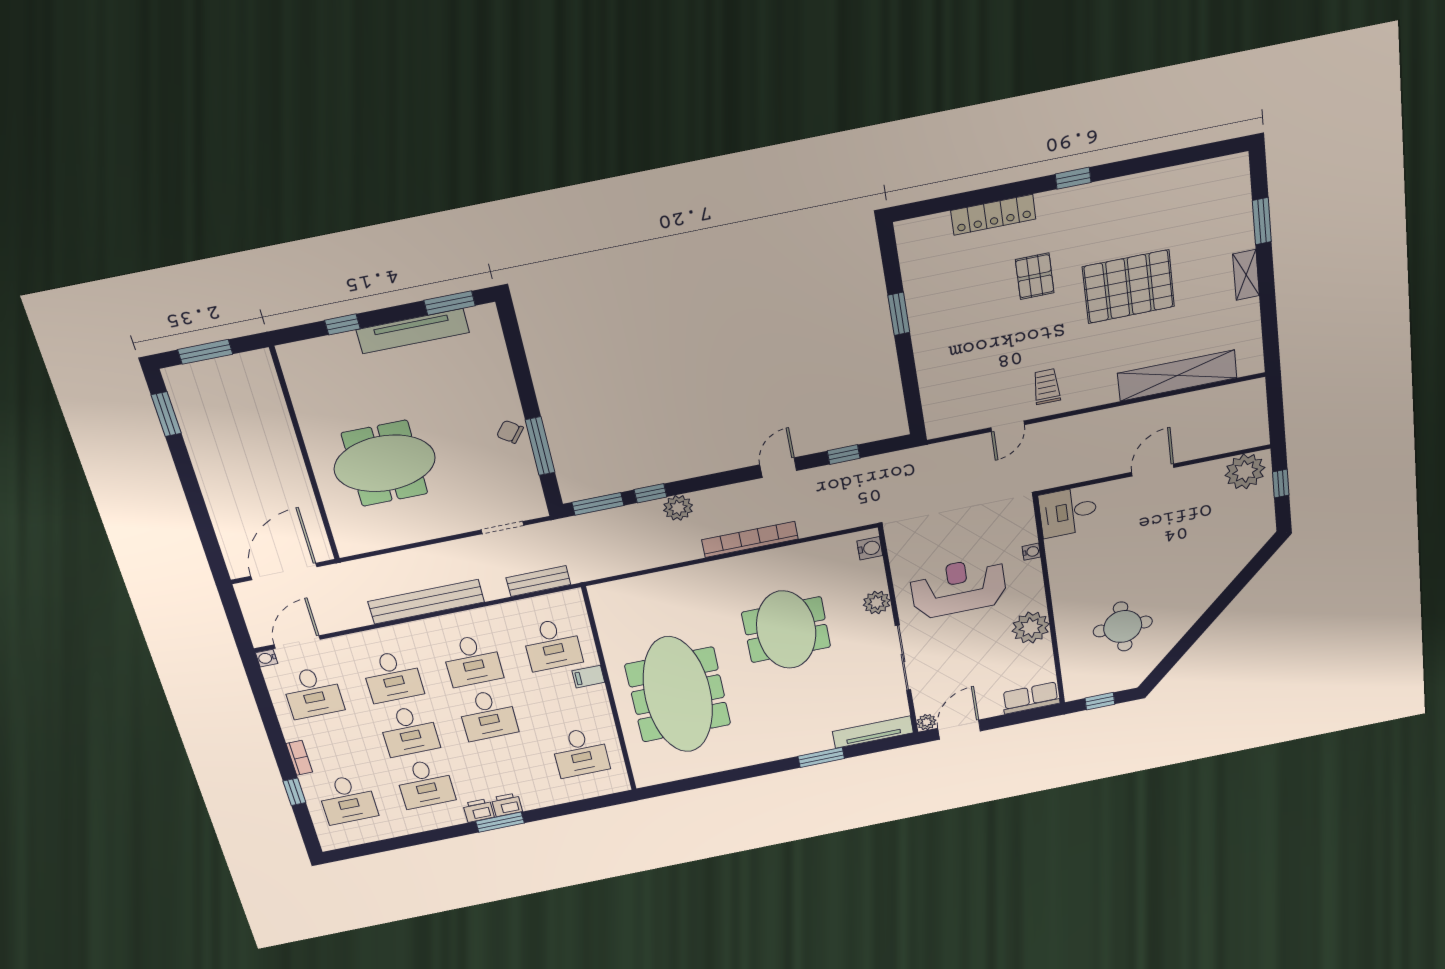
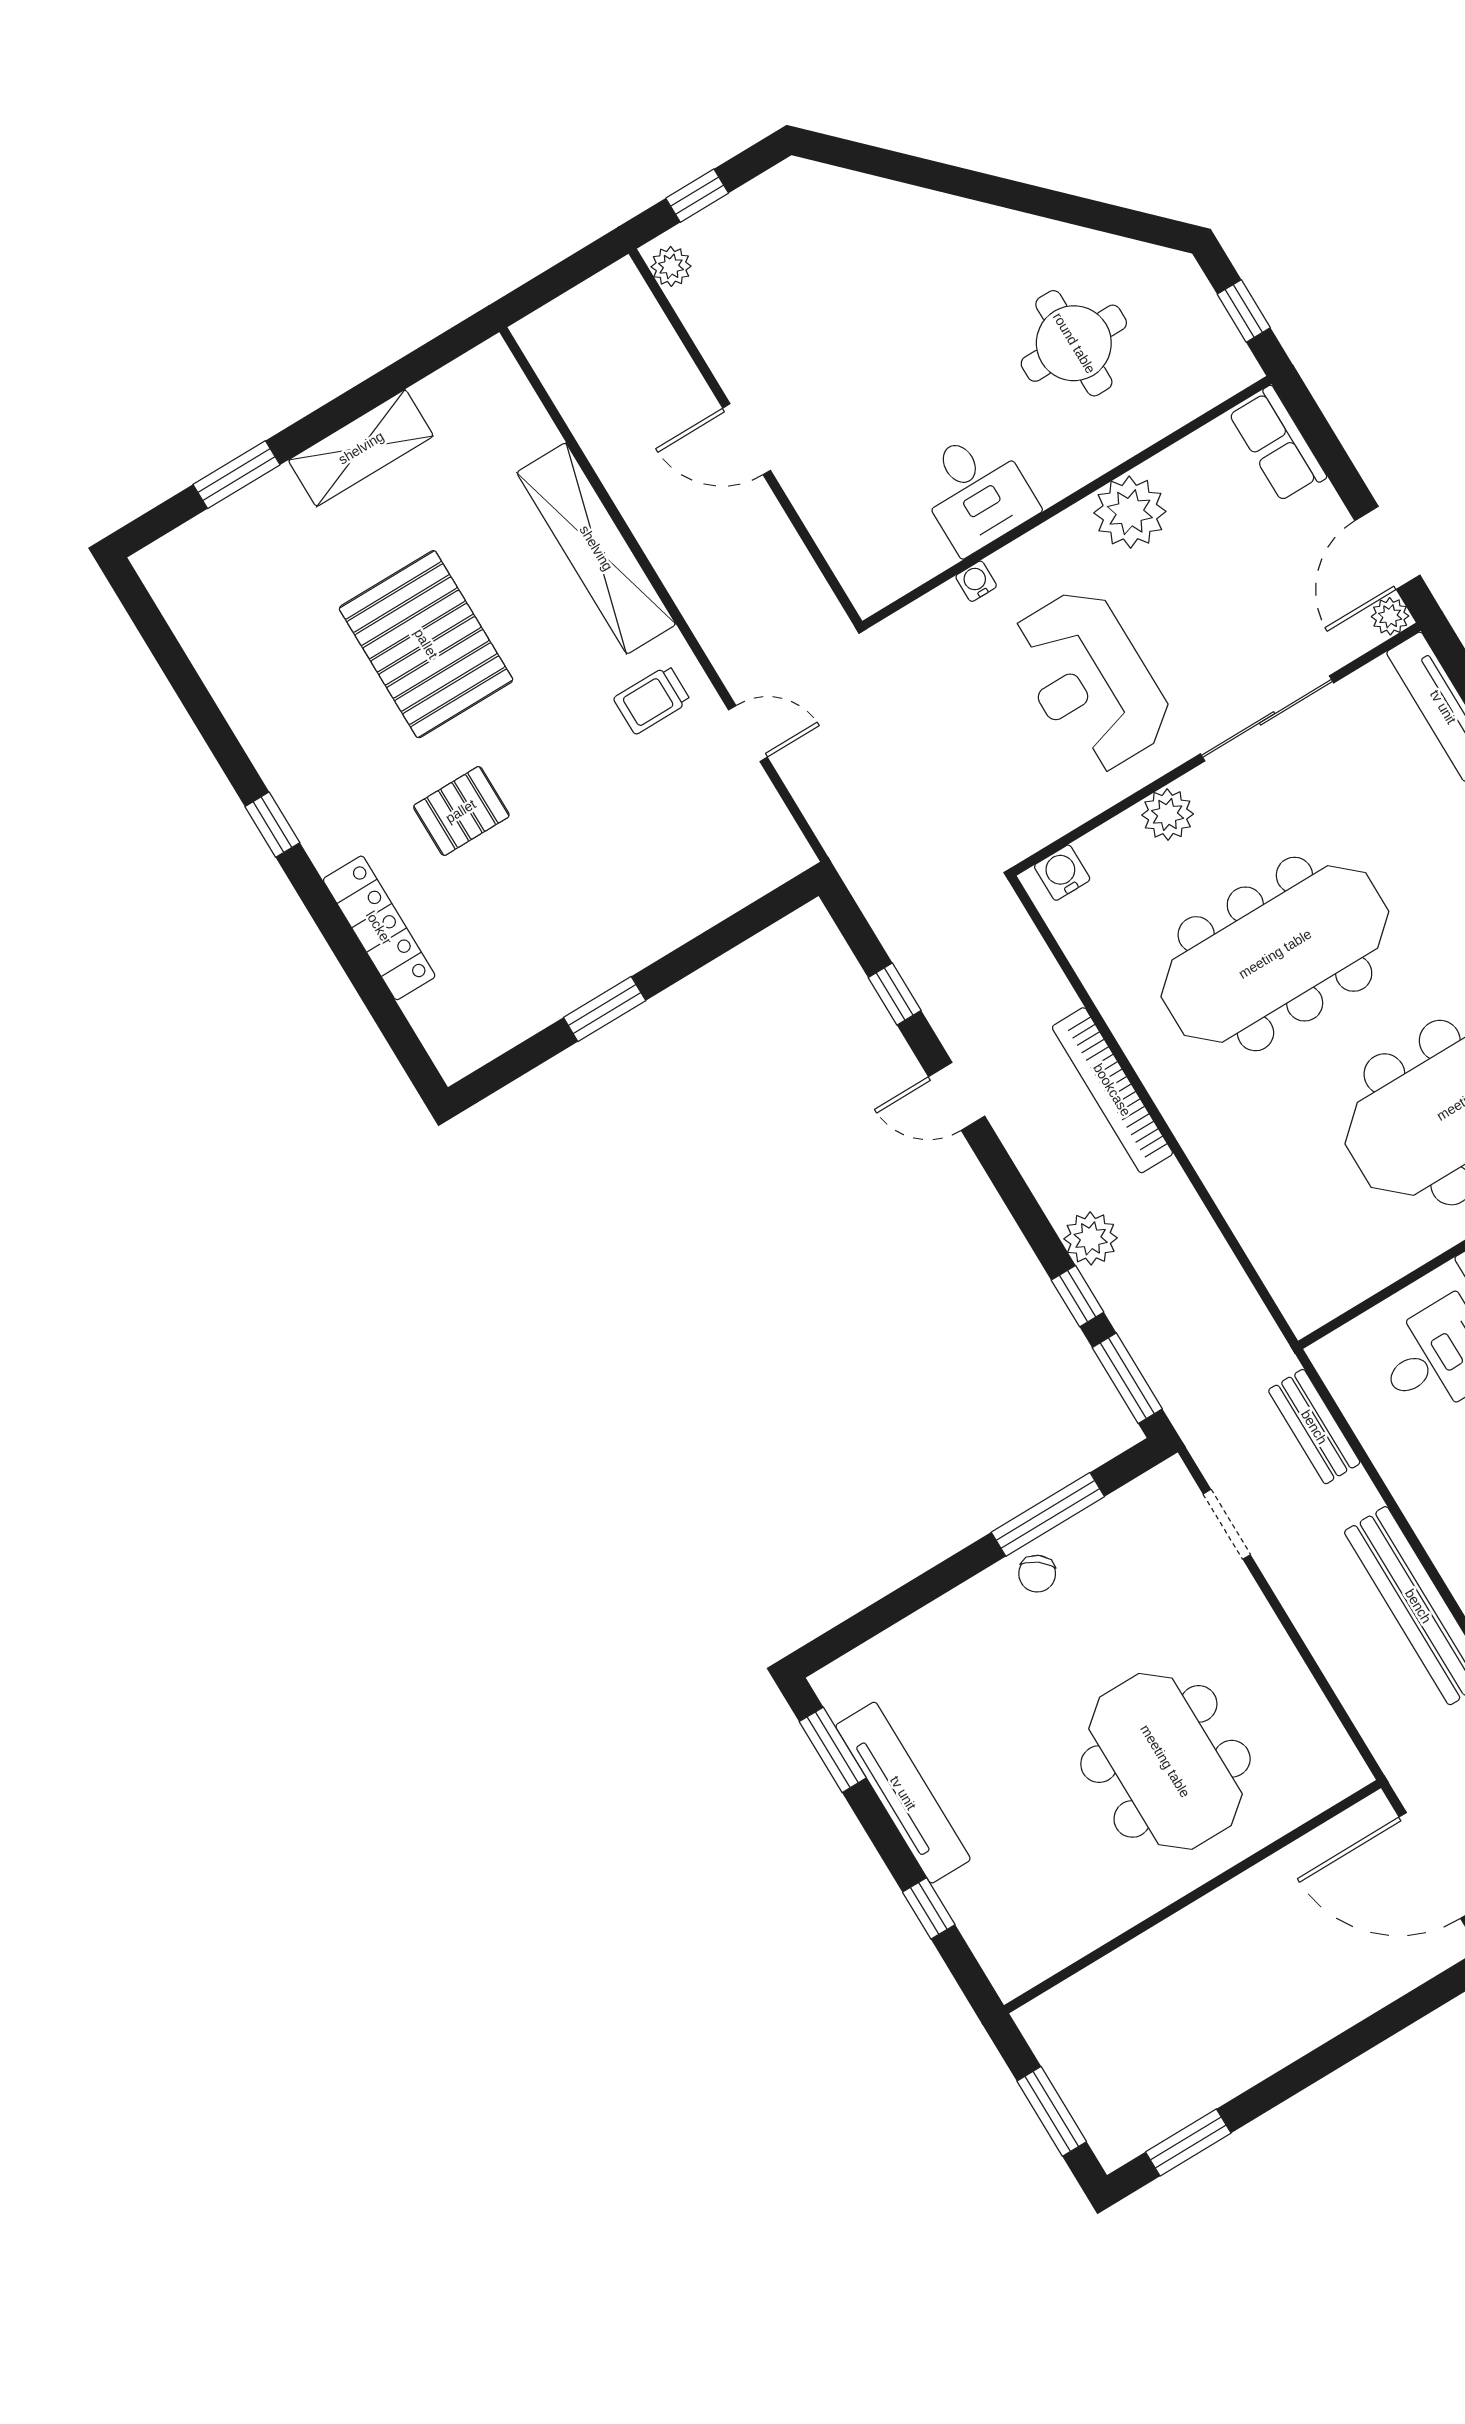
shelving: (1246, 275) -> (361, 448), width x1.50, depth x1.33
shelving: (1177, 376) -> (596, 548), moved
plant: (1245, 471) -> (671, 266), width x0.53, depth x0.53
desk: (1068, 512) -> (976, 491), moved
meeting table: (786, 630) -> (1275, 954), width x1.36
door: (959, 730) -> (1387, 548), hinge flipped

